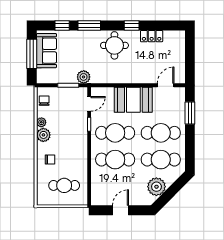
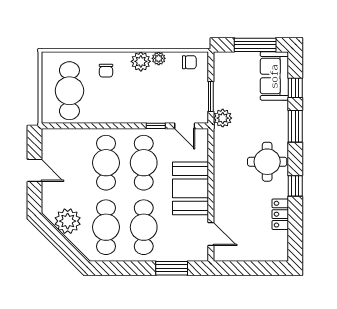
sofa: (46, 51) -> (274, 76), moved, turned 90
cafe table: (64, 185) -> (69, 91), width x1.37, depth x1.35

